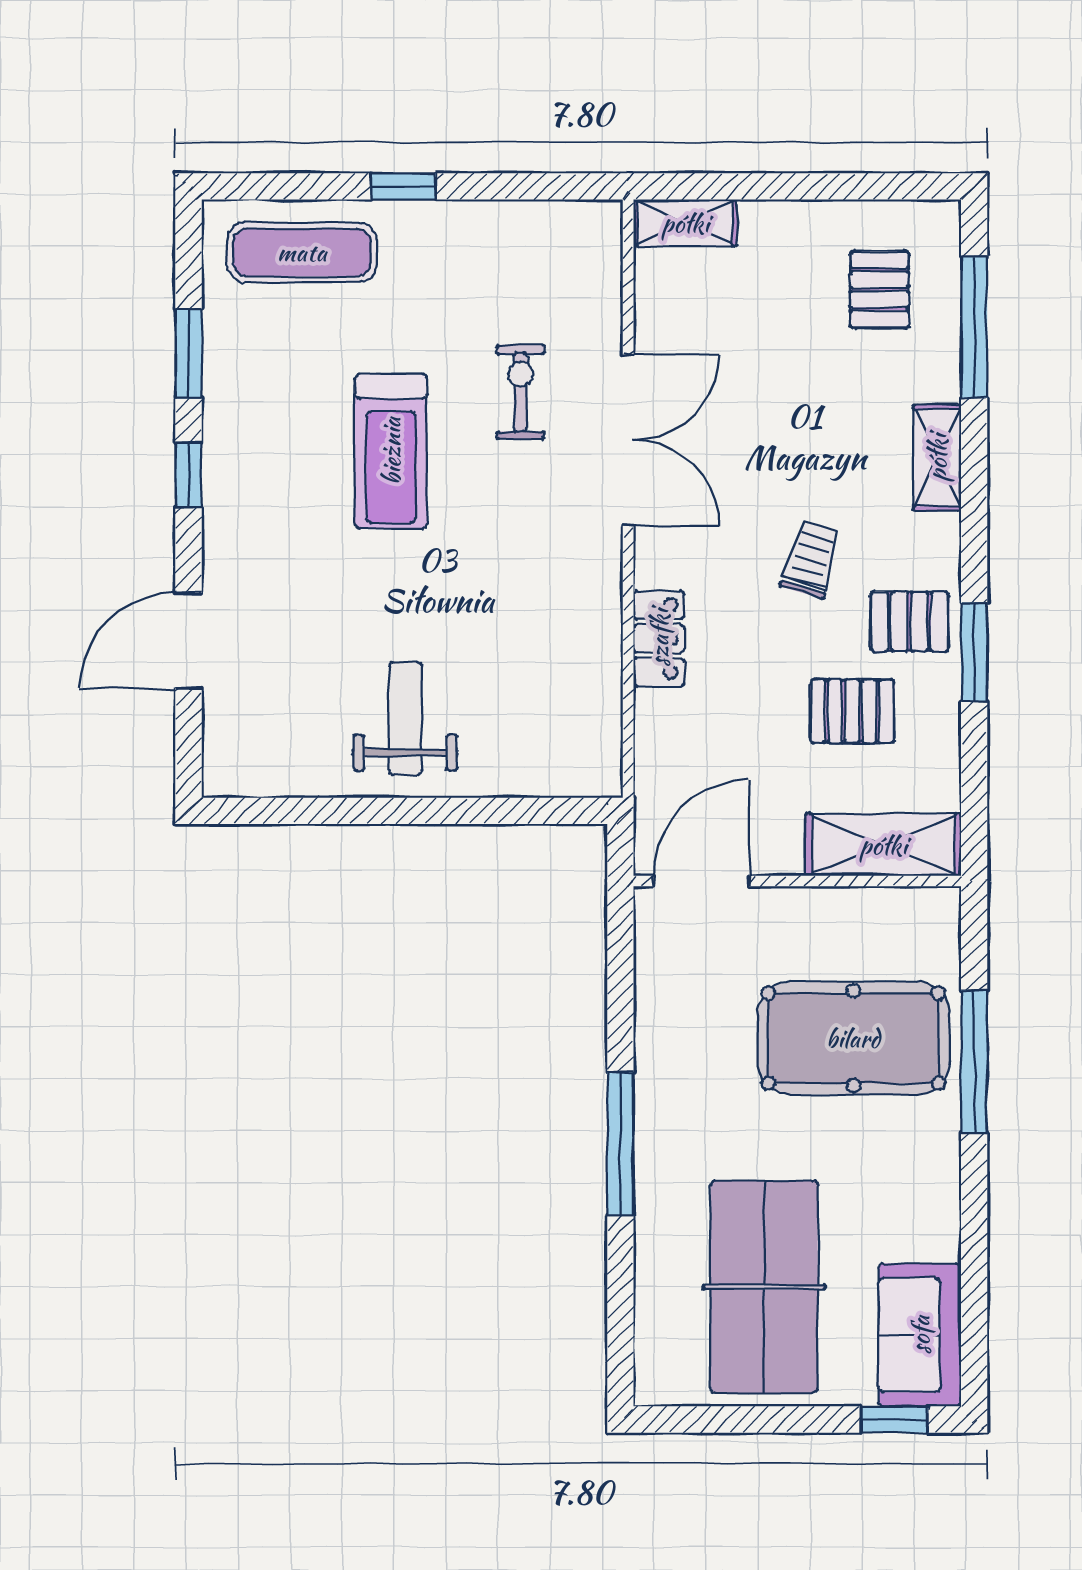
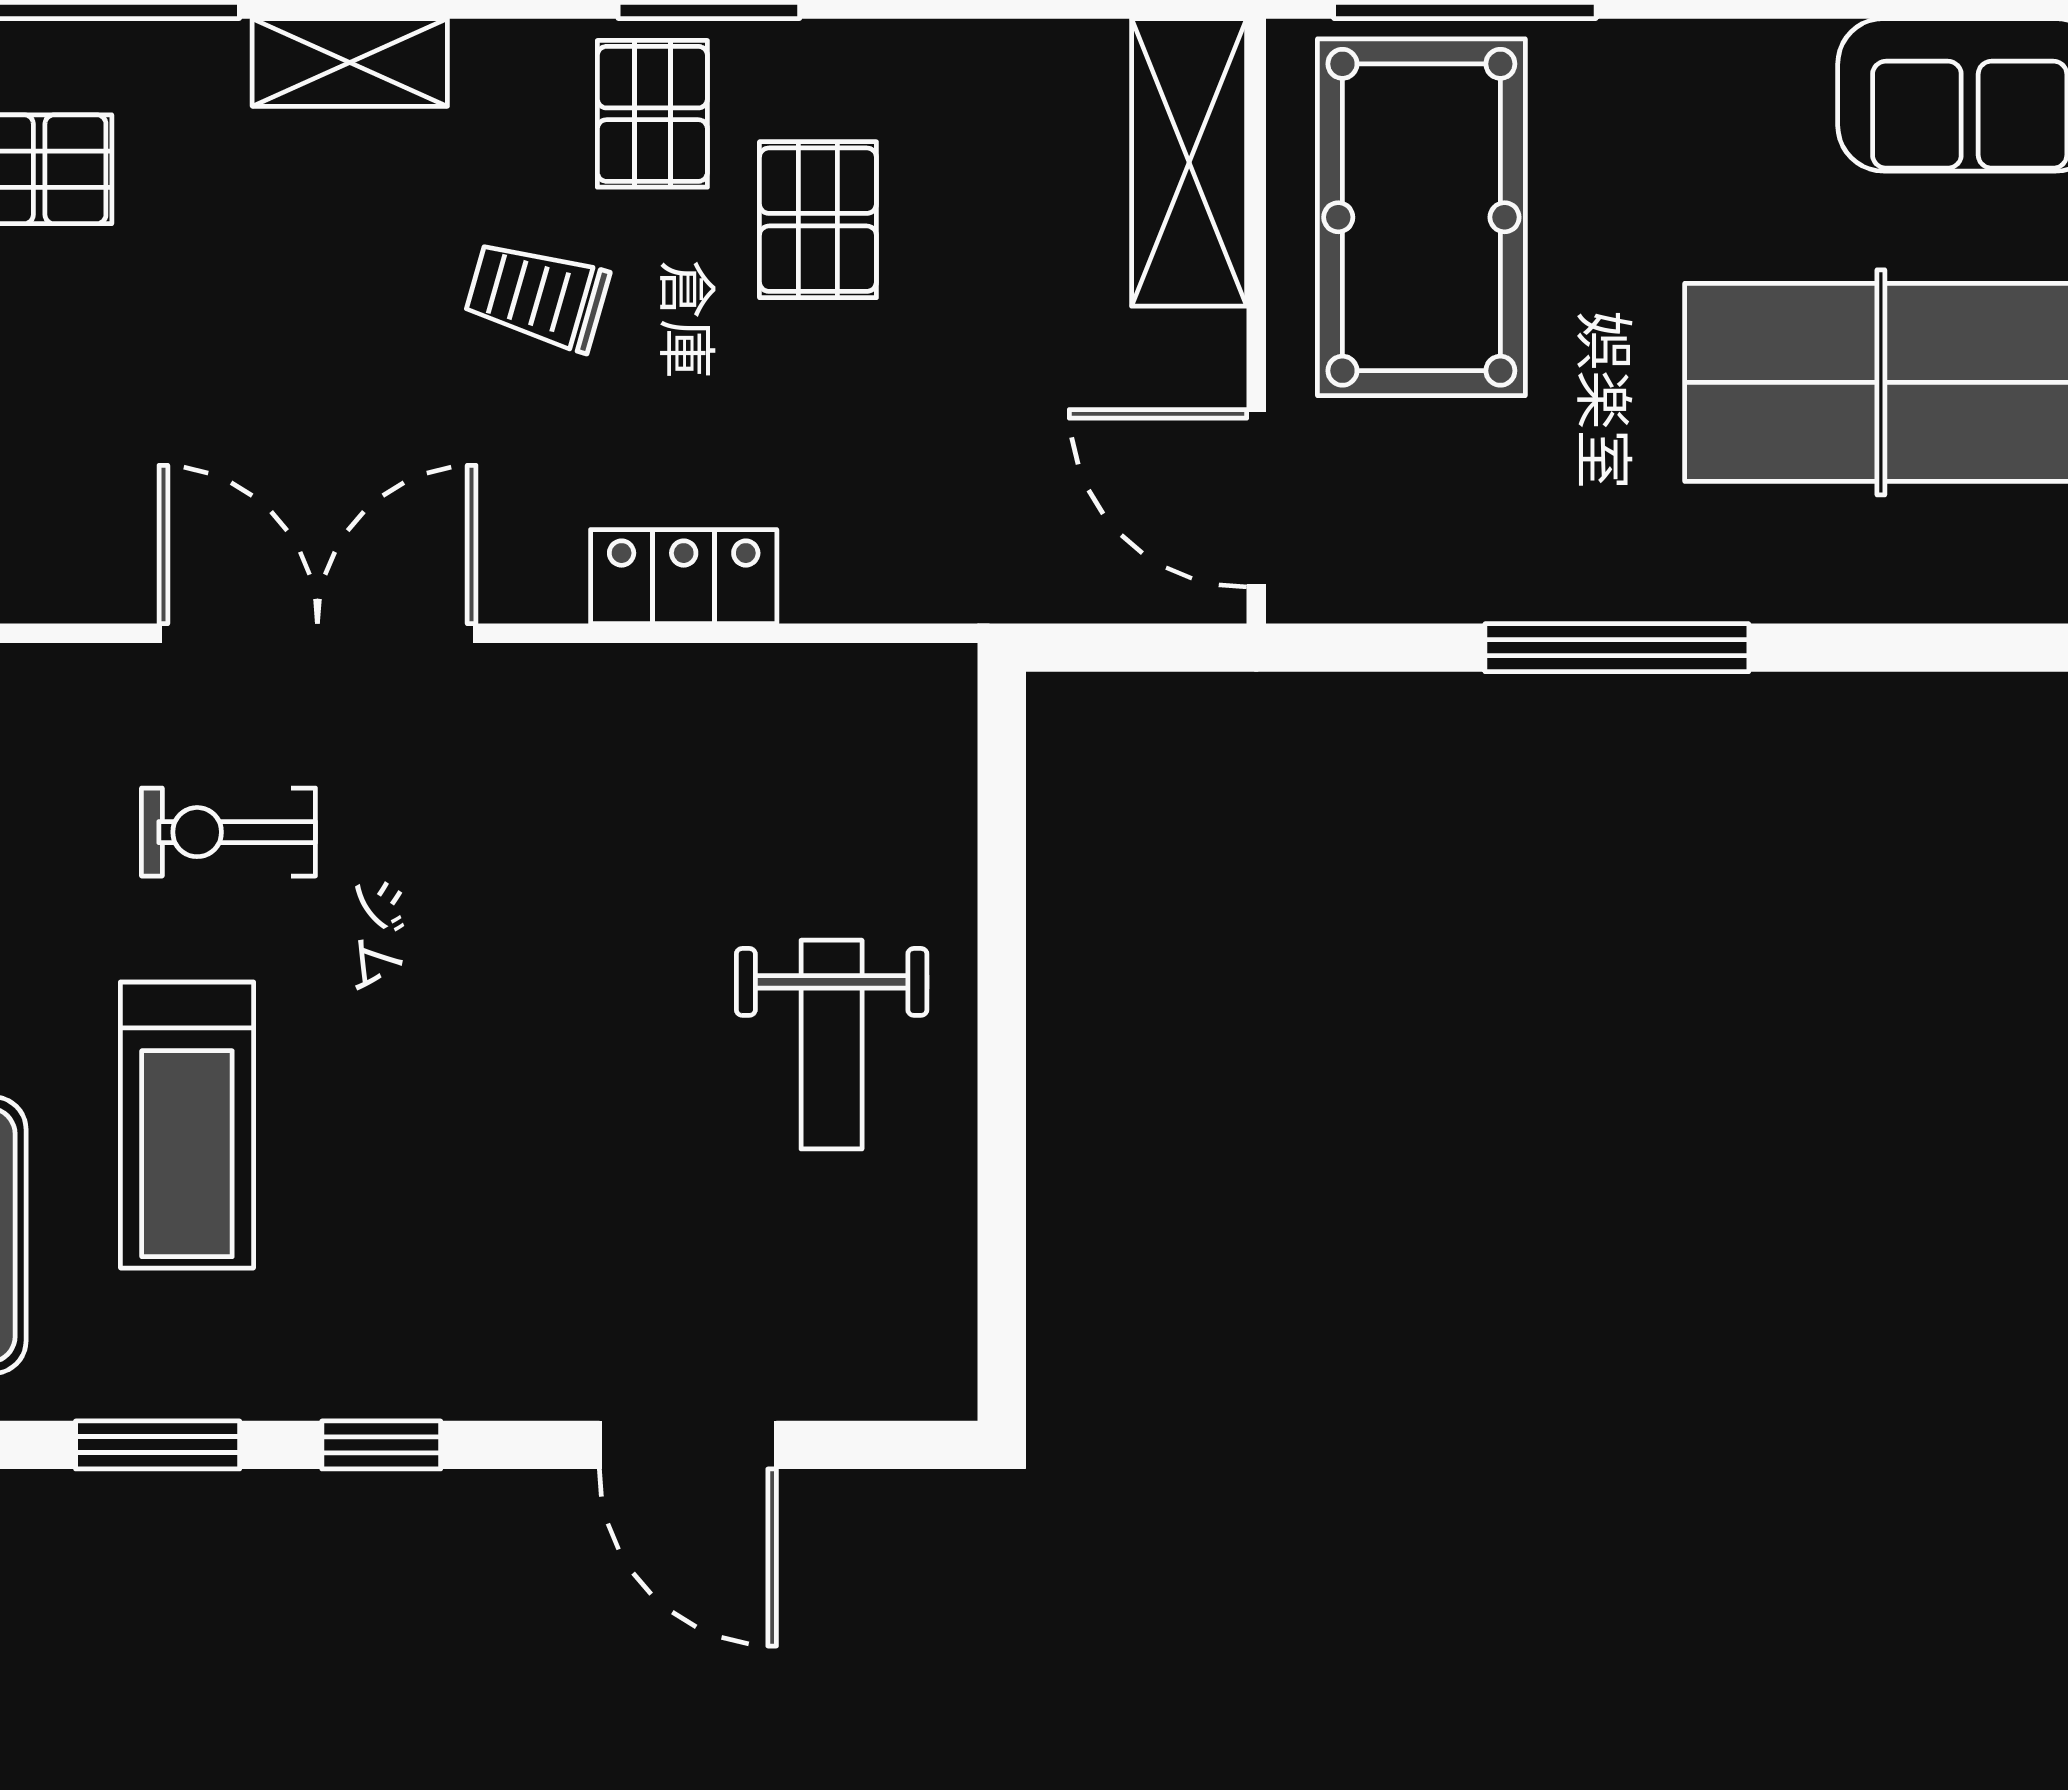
treadmill: (391, 451) -> (187, 1125), moved, turned 90
weight bench: (405, 719) -> (832, 1045), turned -90
shelving: (883, 845) -> (1189, 162), moved
door: (701, 881) -> (1256, 498), moved
wall: (797, 881) -> (1256, 321), moved

